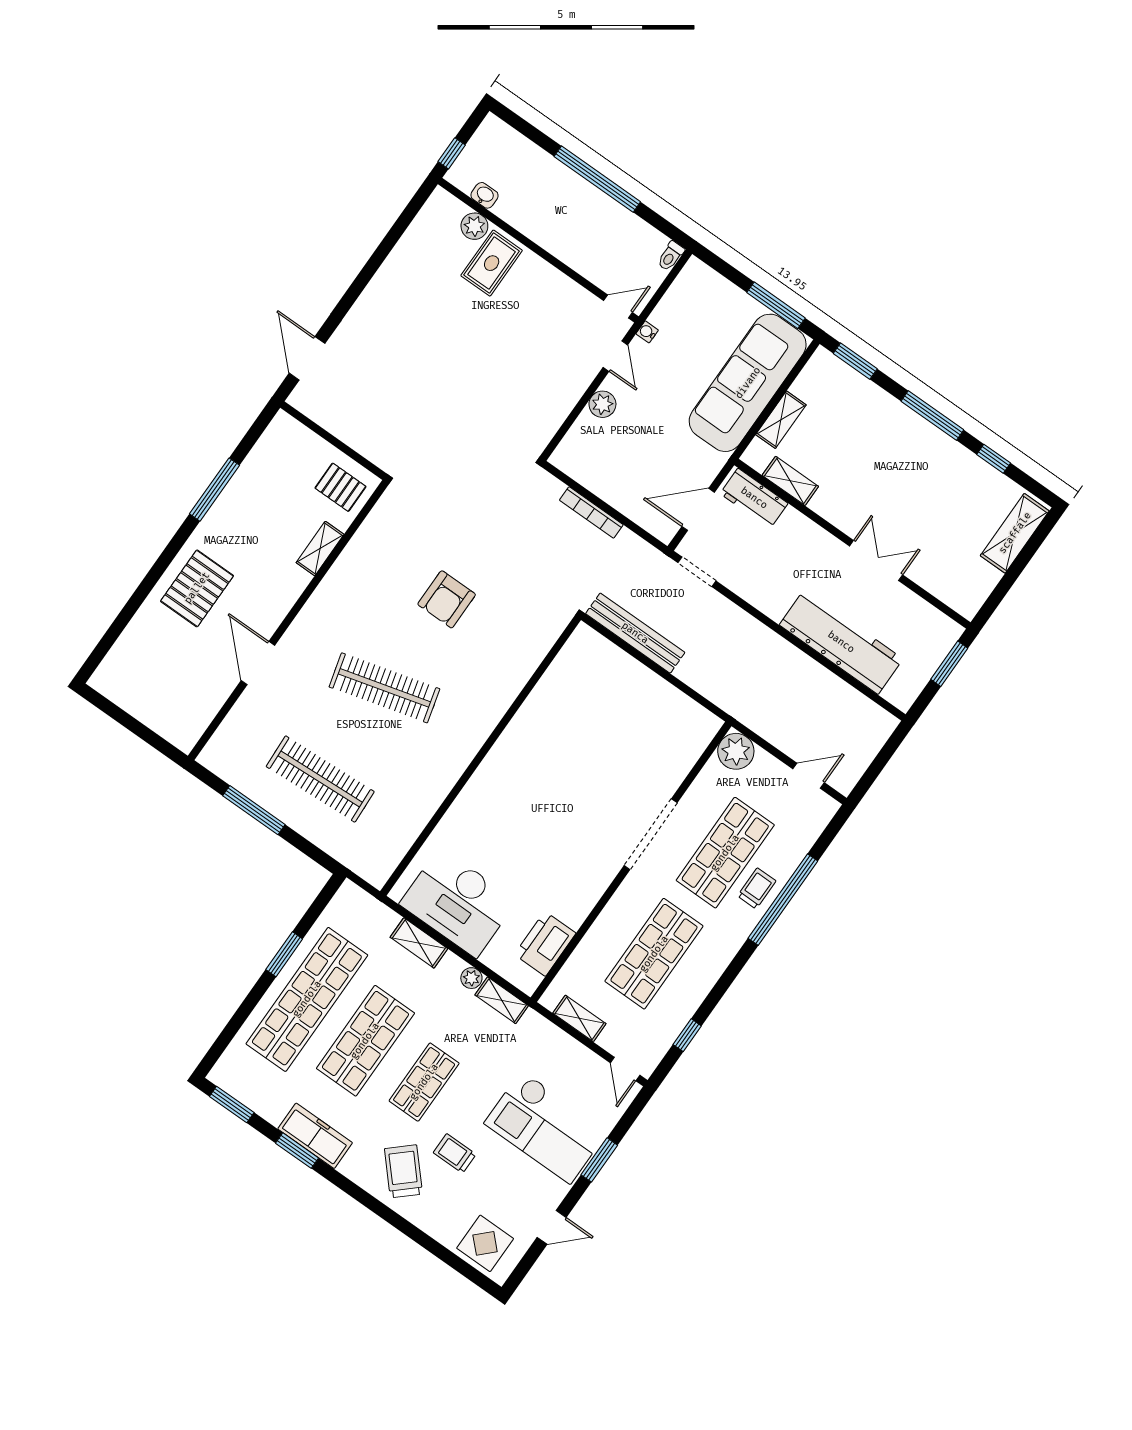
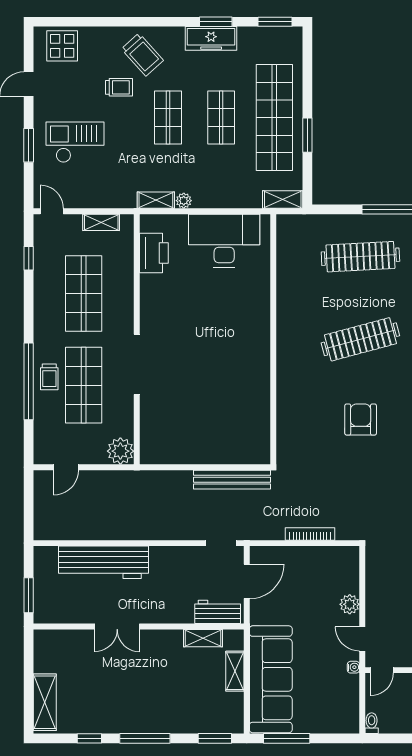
shelving: (419, 943) -> (283, 200), moved
shop shelf: (365, 1041) -> (221, 117), width x0.70, depth x0.74
checkout: (546, 1127) -> (75, 142), width x0.73, depth x0.83

